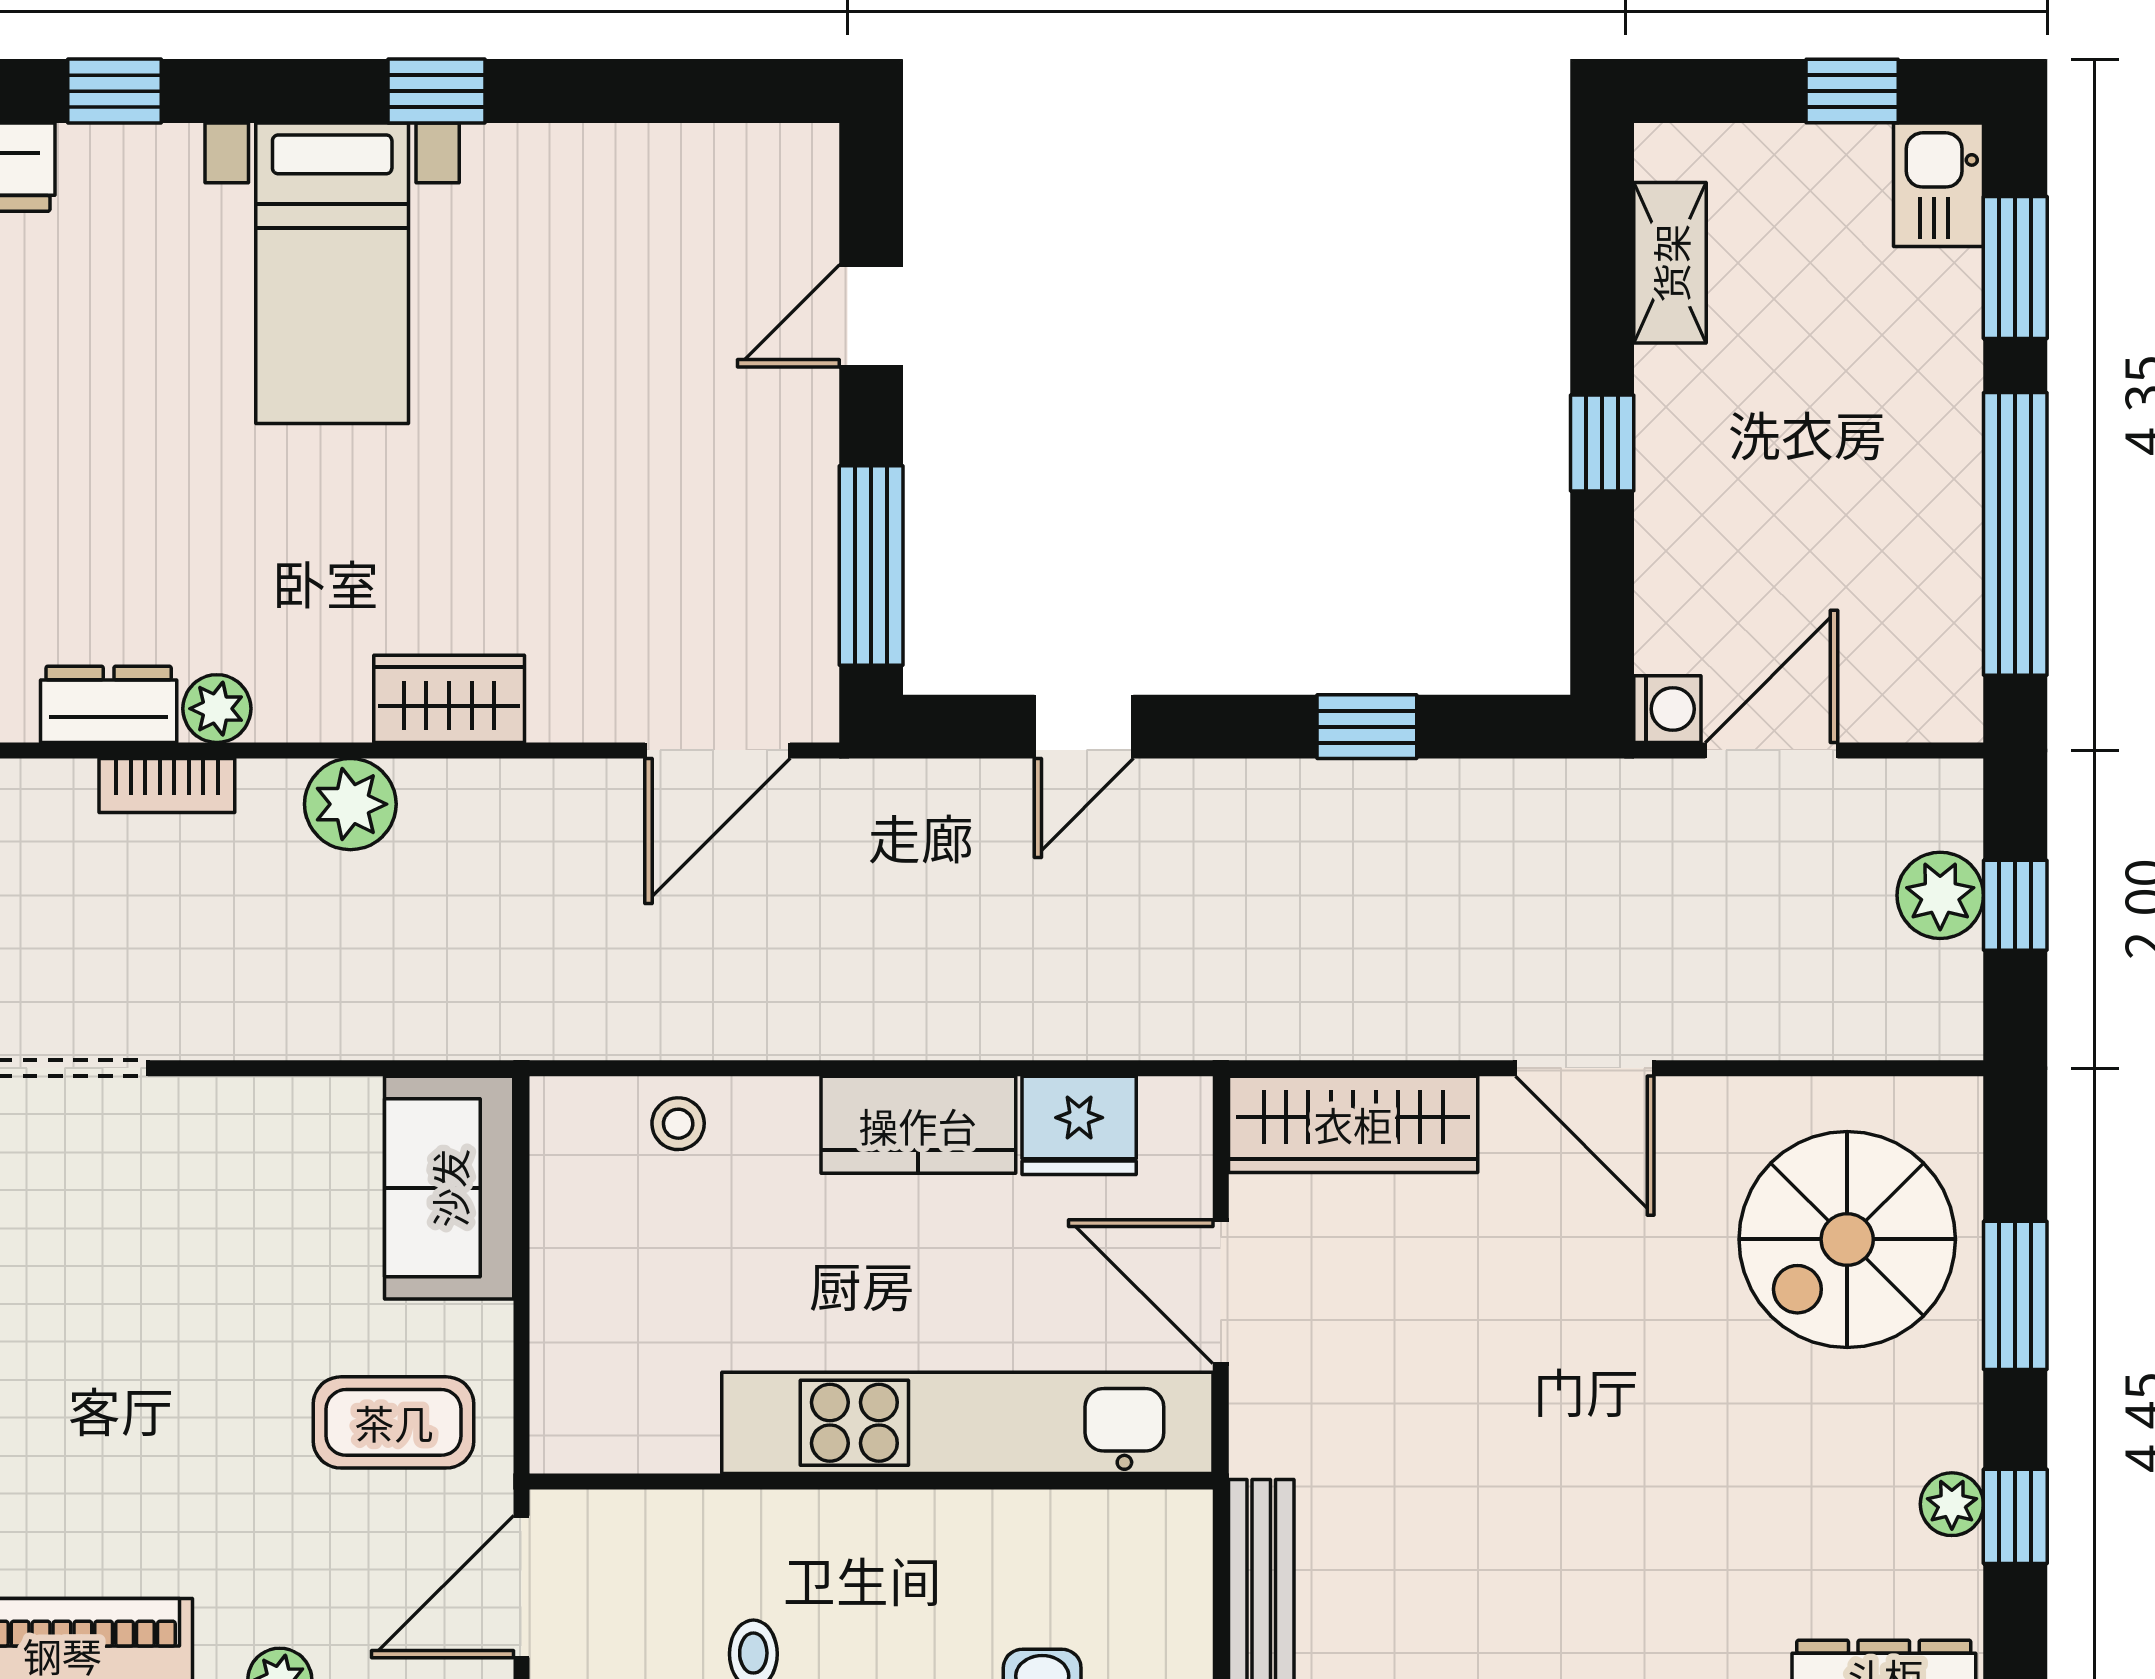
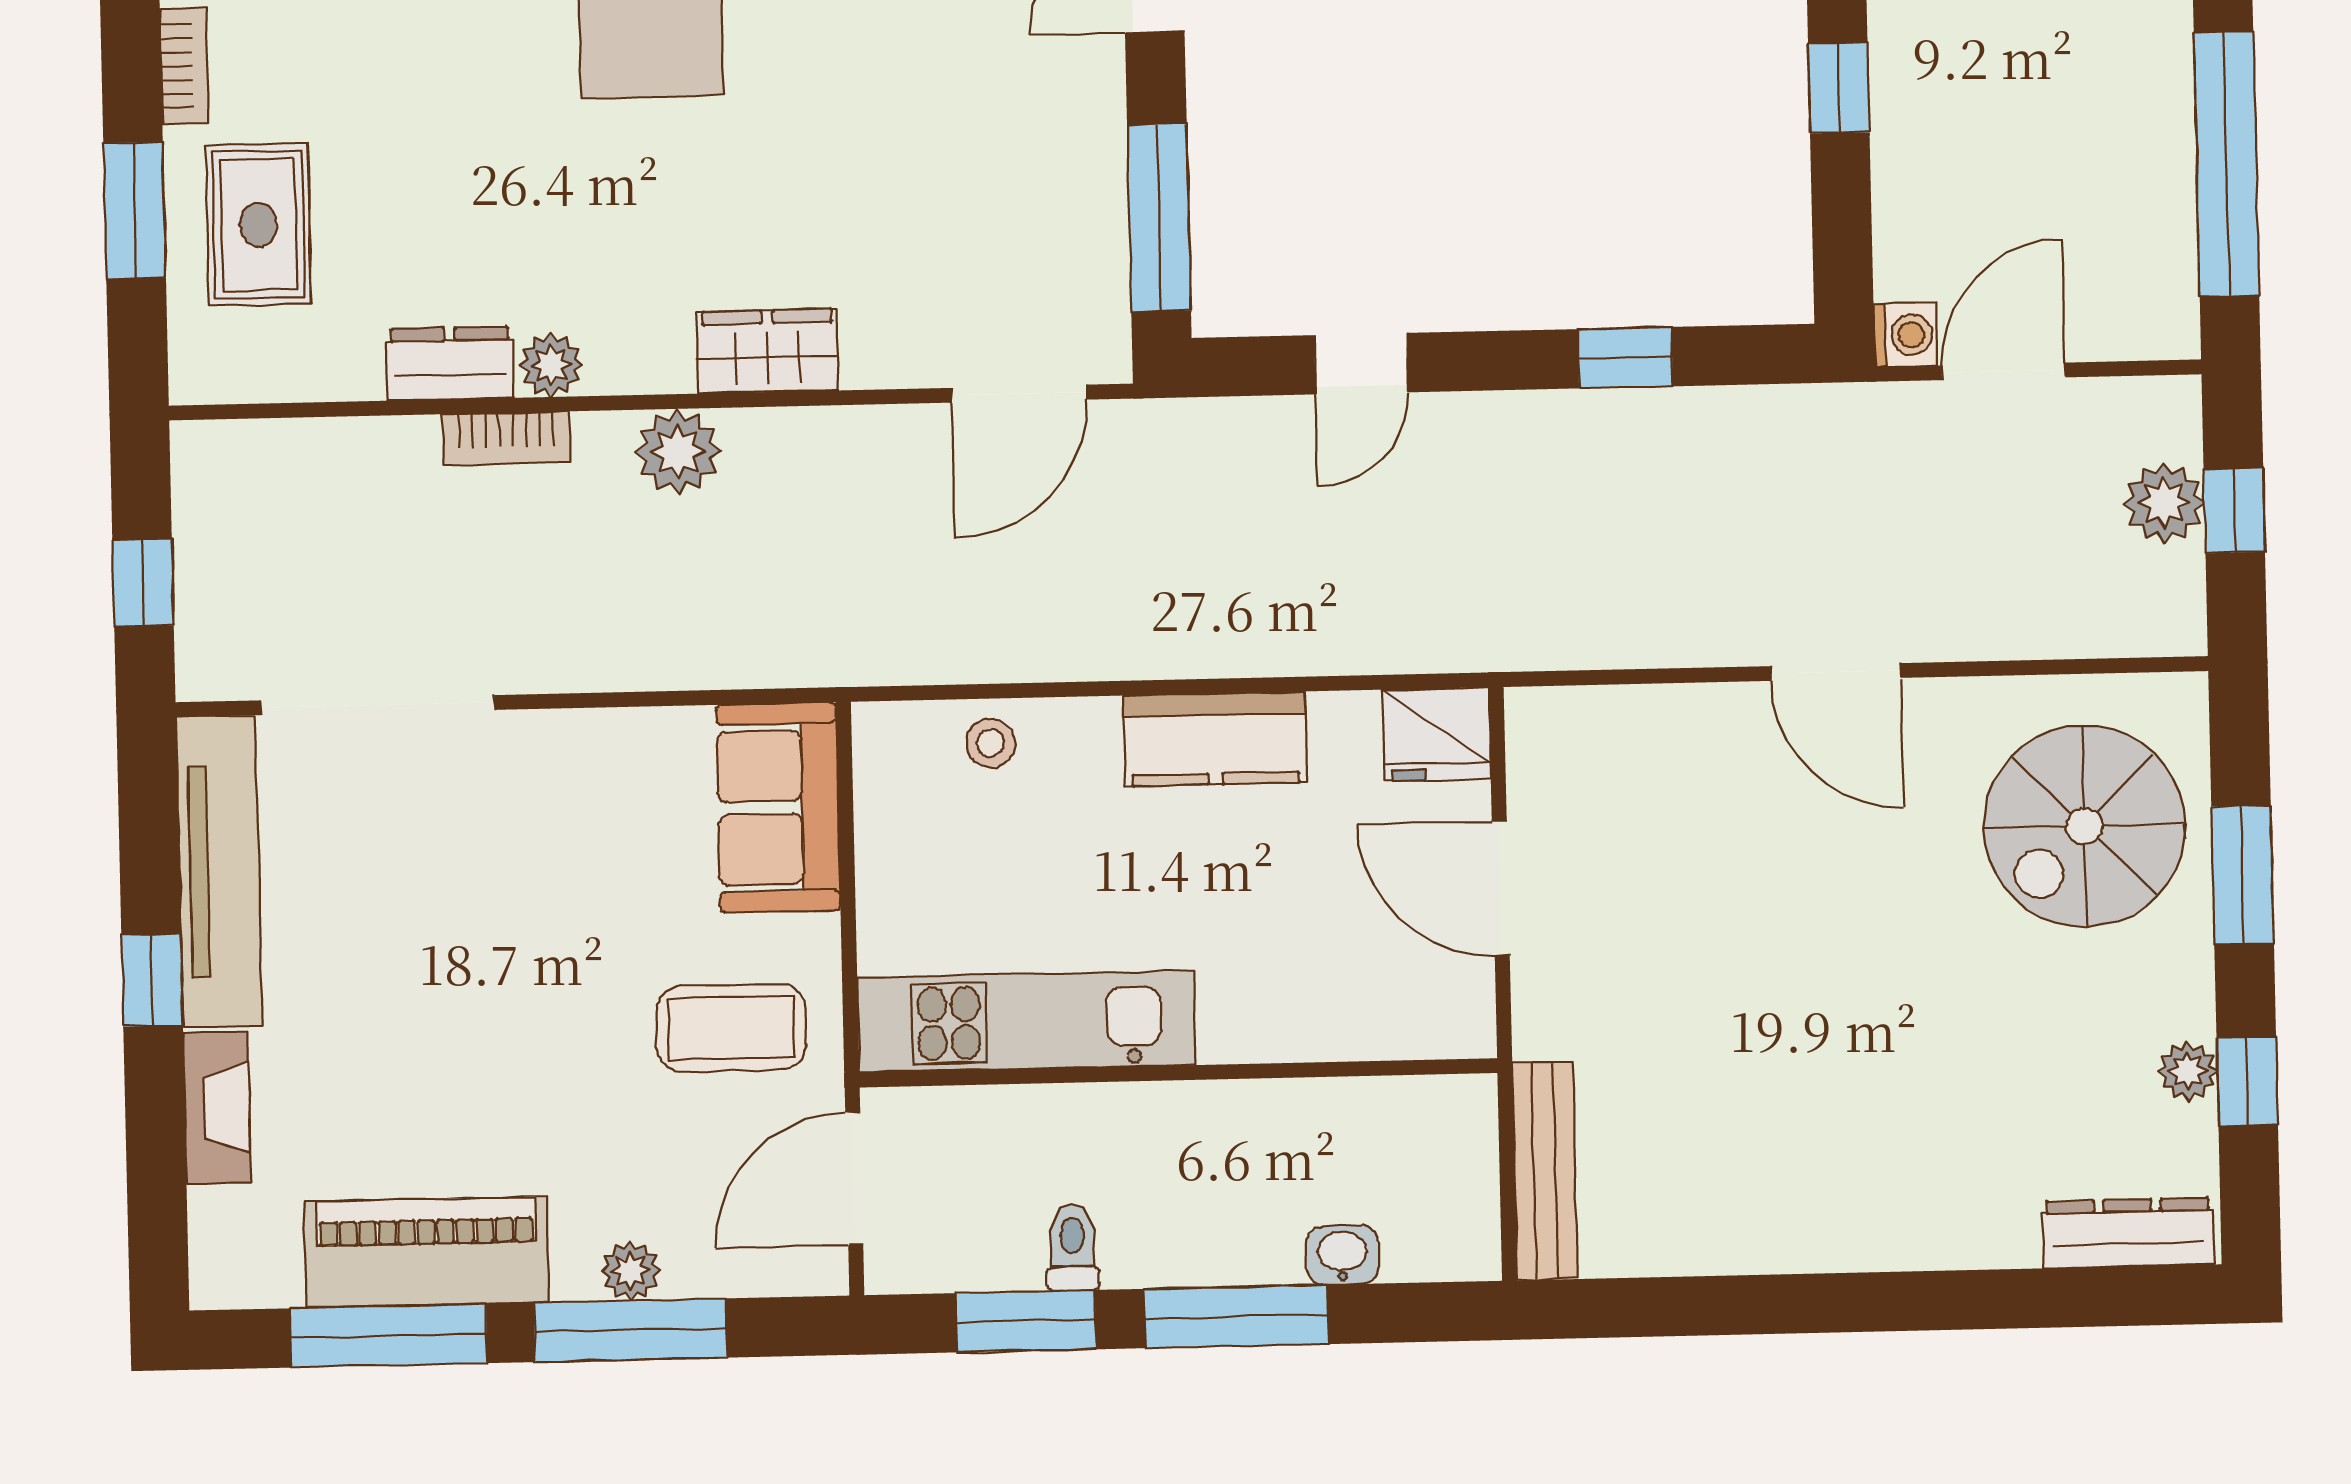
wardrobe: (1353, 1124) -> (1621, 729), removed
fridge: (1079, 1125) -> (1436, 734), moved
kitchen unit: (967, 1423) -> (1026, 1022), moved, width x0.73

